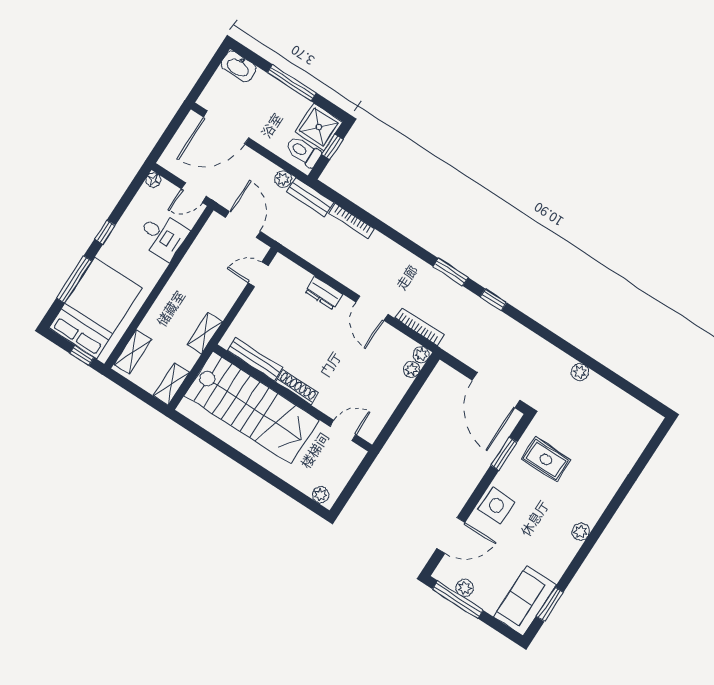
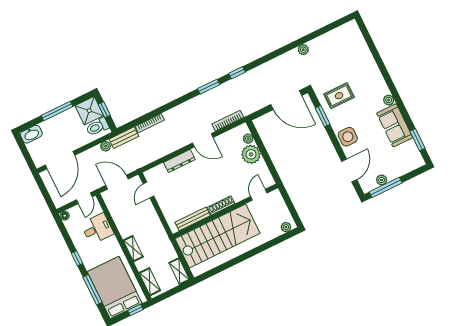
dresser: (324, 293) -> (179, 161), width x1.44
shelving: (205, 333) -> (133, 249), moved
plant: (421, 355) -> (251, 154), moved, width x1.88, depth x1.88
sofa: (525, 601) -> (395, 125), moved

